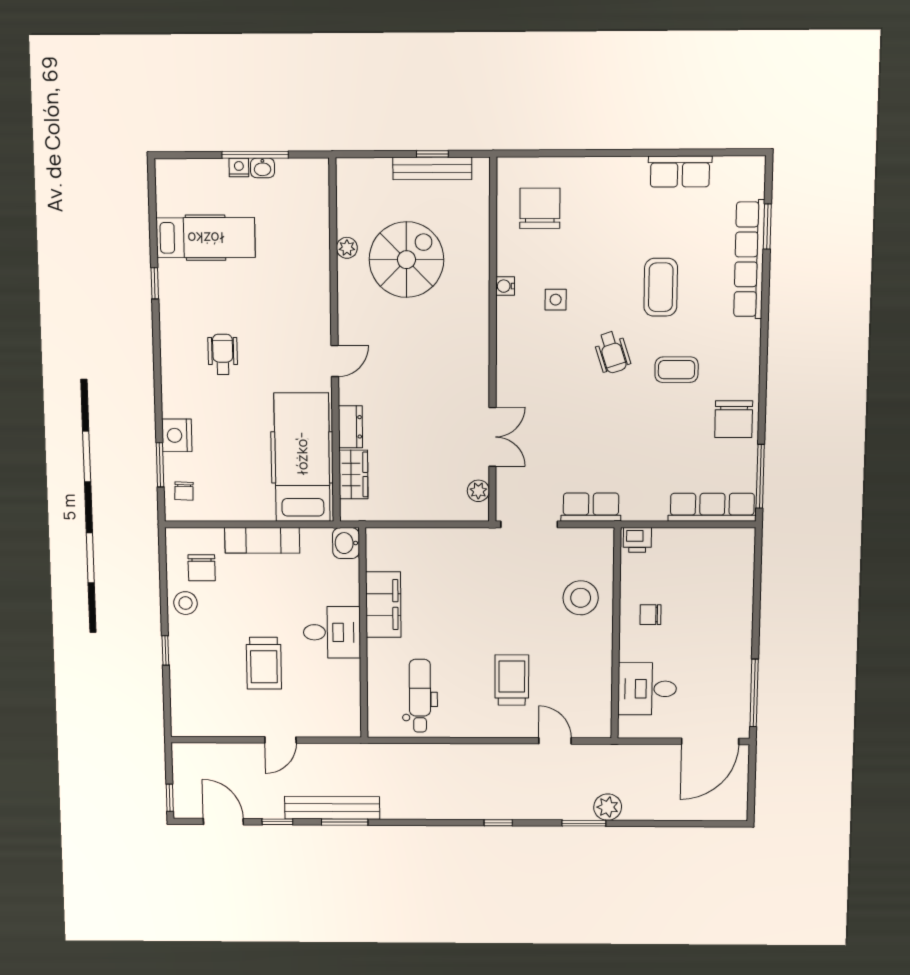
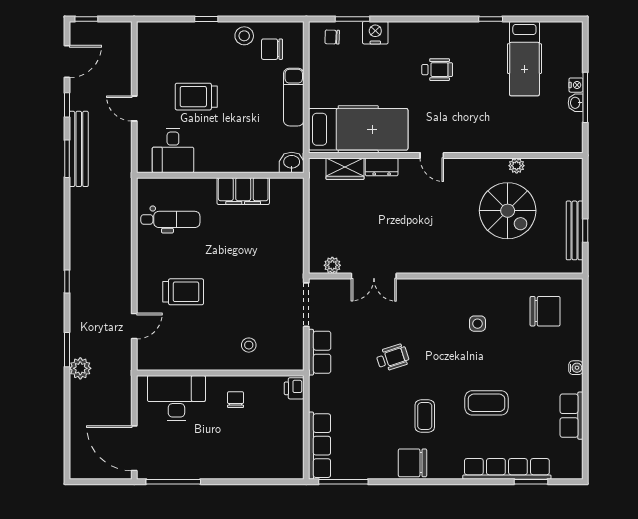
water cooler: (505, 286) -> (576, 368), moved, turned 90
wheelchair: (612, 352) -> (393, 358), moved, turned 180
chair: (734, 419) -> (412, 463), moved
stool: (581, 598) -> (249, 345), width x0.53, depth x0.53
desk: (332, 632) -> (173, 151), moved
desk: (647, 689) -> (176, 398), width x1.37

